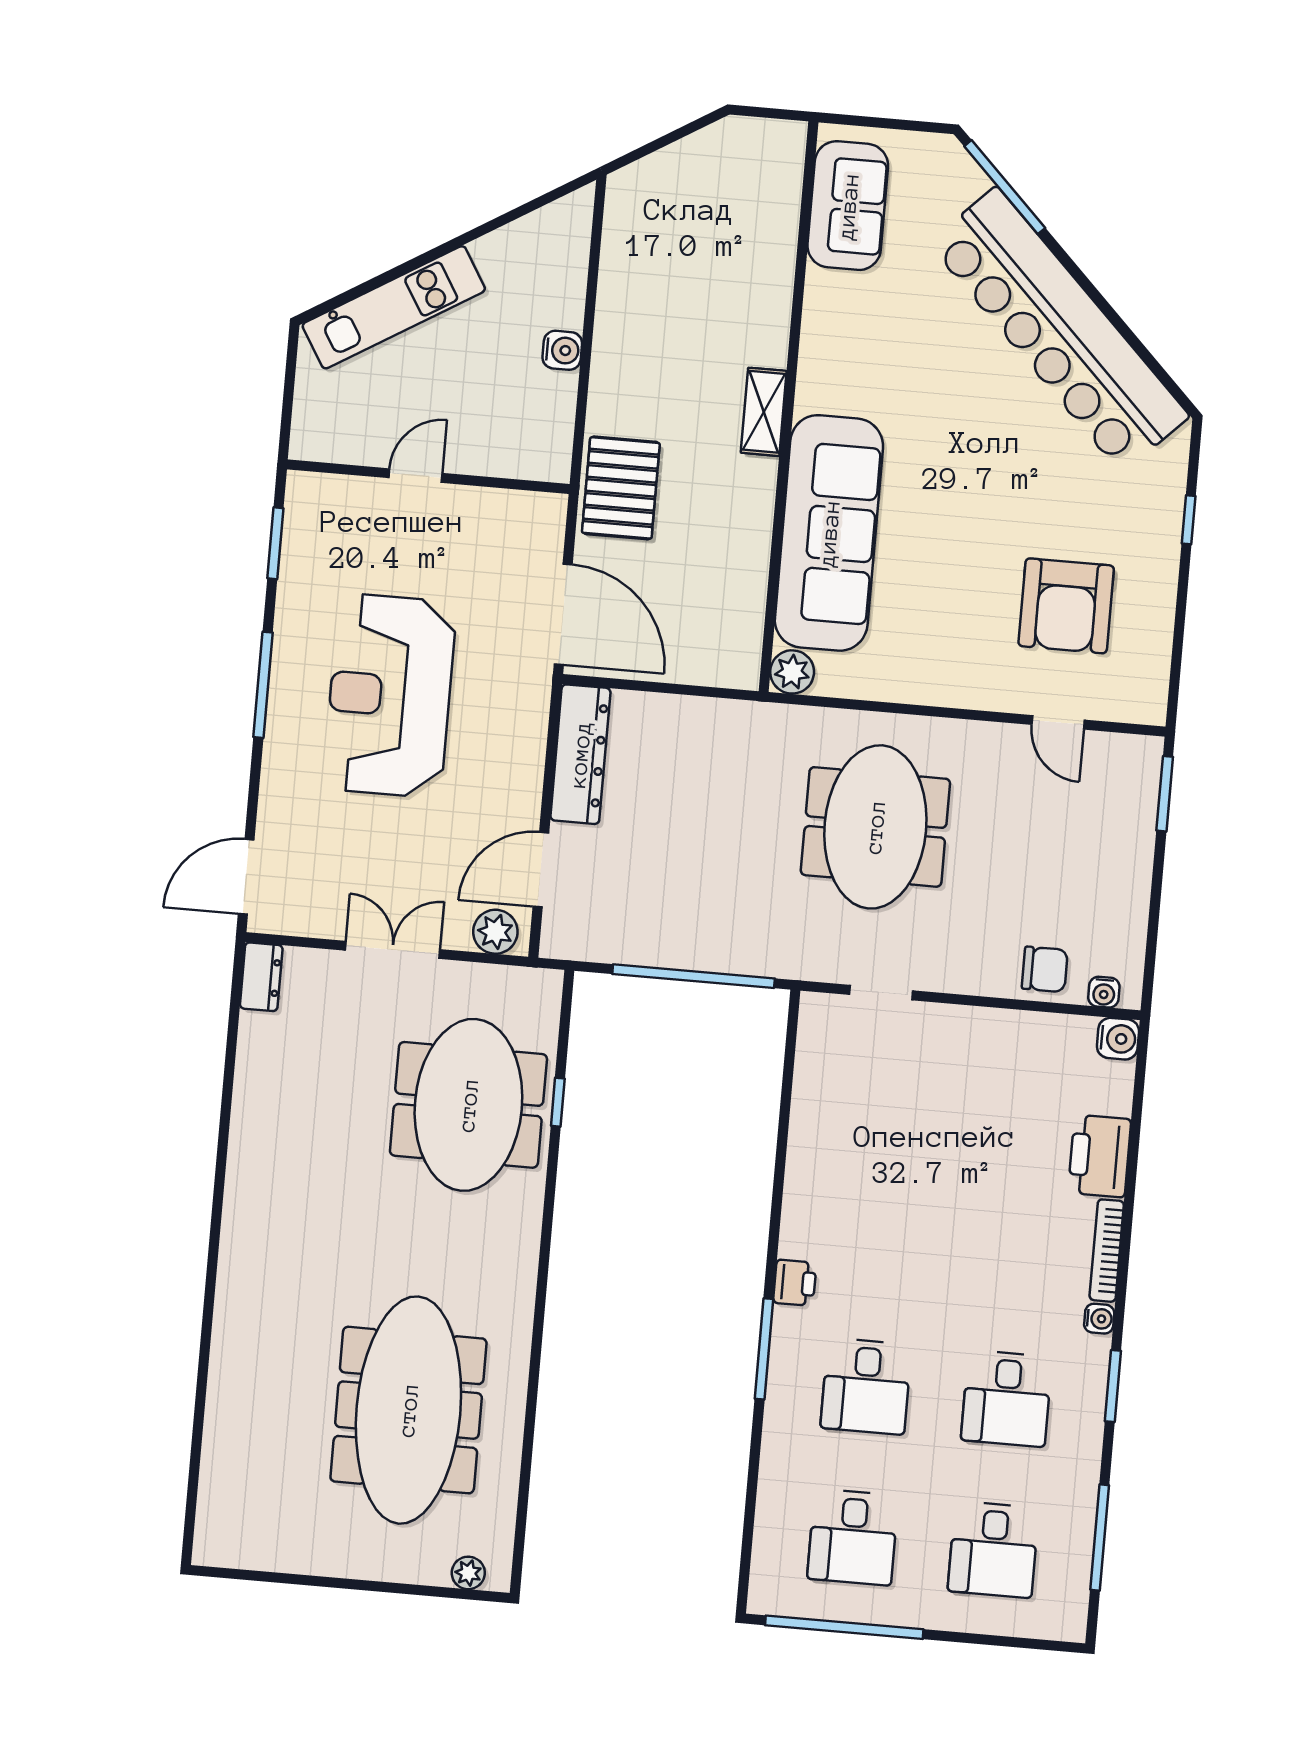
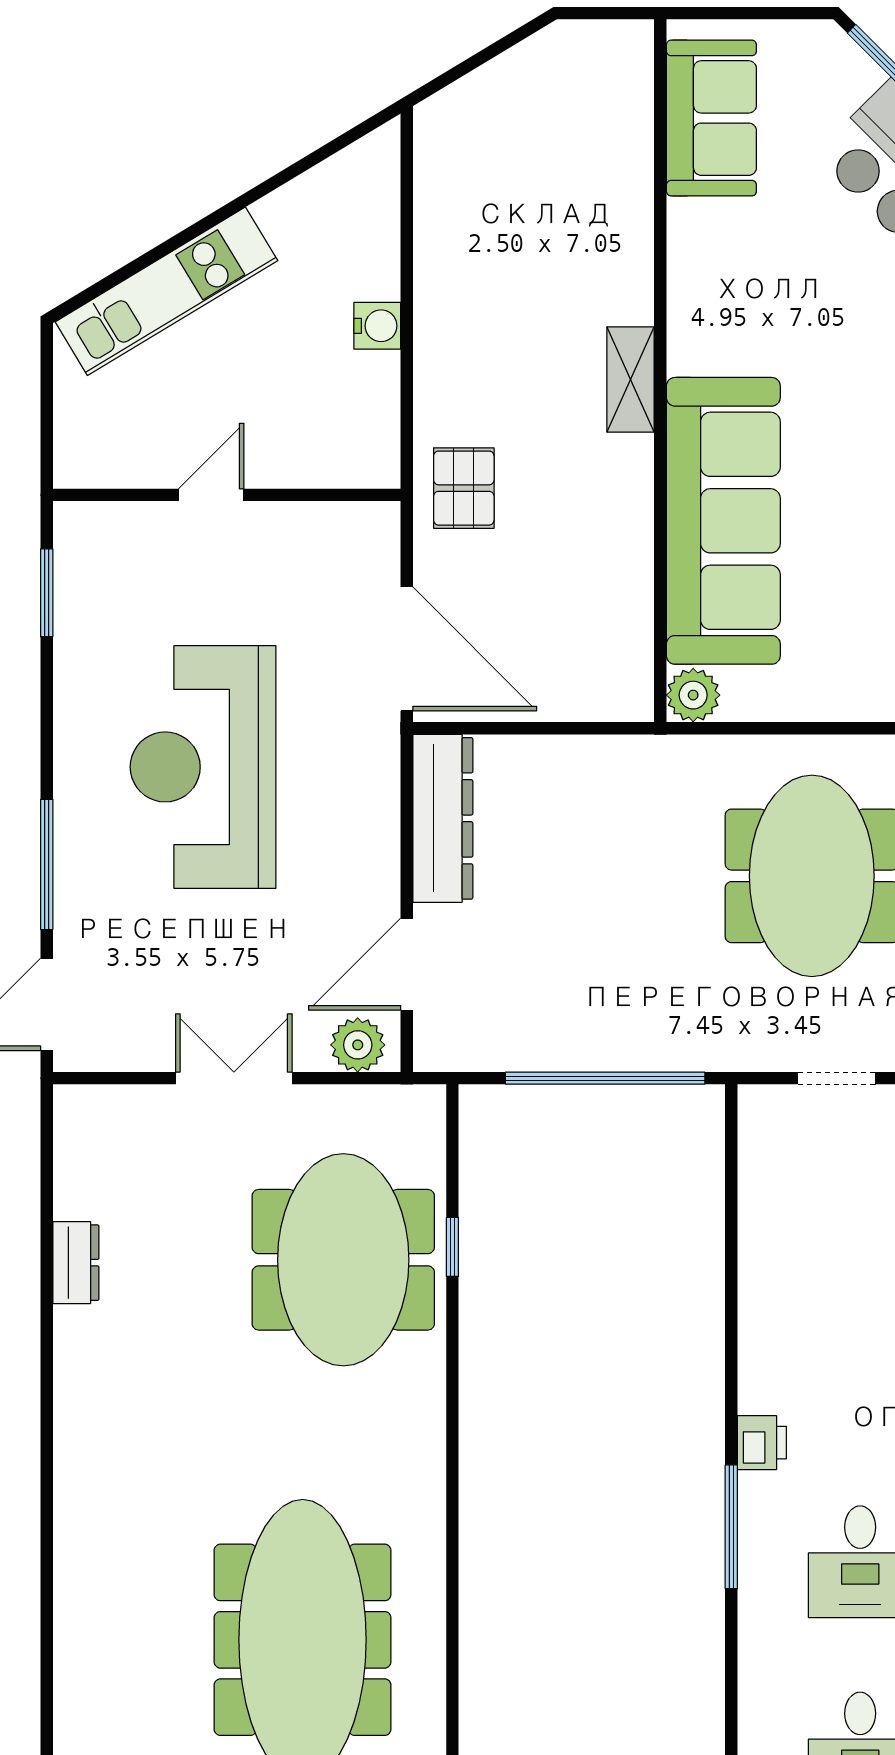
pallet: (621, 488) -> (464, 488), width x0.67, depth x0.71
window: (263, 685) -> (47, 864), moved
dresser: (261, 977) -> (76, 1263), moved

